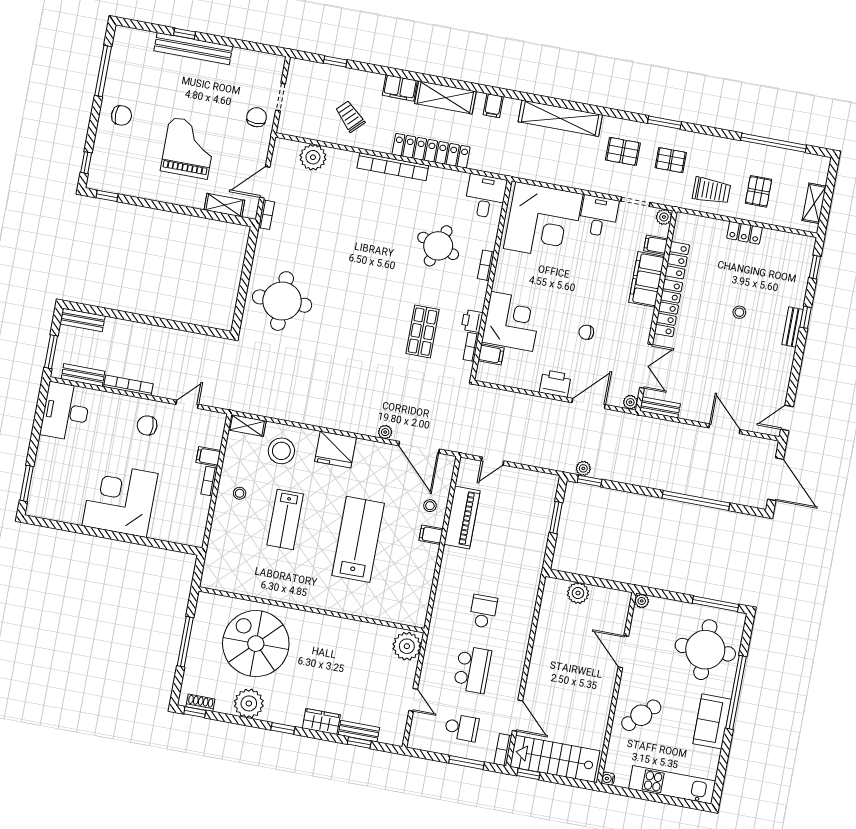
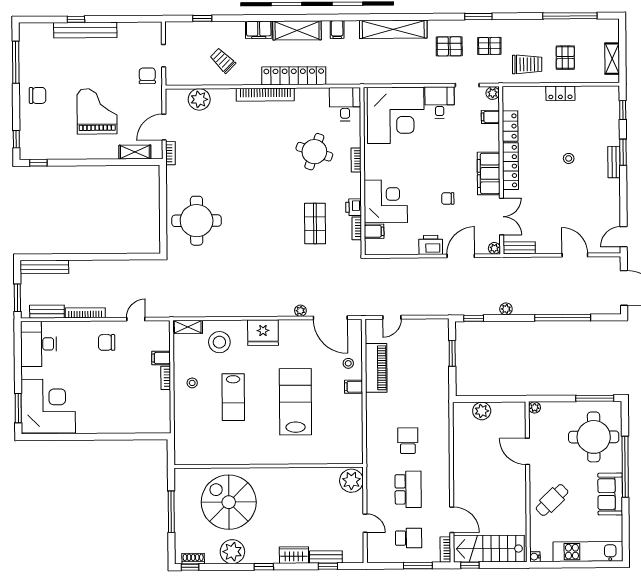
filing cabinet: (647, 279) -> (489, 173), moved
window: (806, 317) -> (623, 152), width x1.50
bench: (83, 320) -> (44, 267), width x1.36
plant: (583, 468) -> (506, 309), moved
corner desk: (120, 500) -> (48, 406), moved, turned 90

